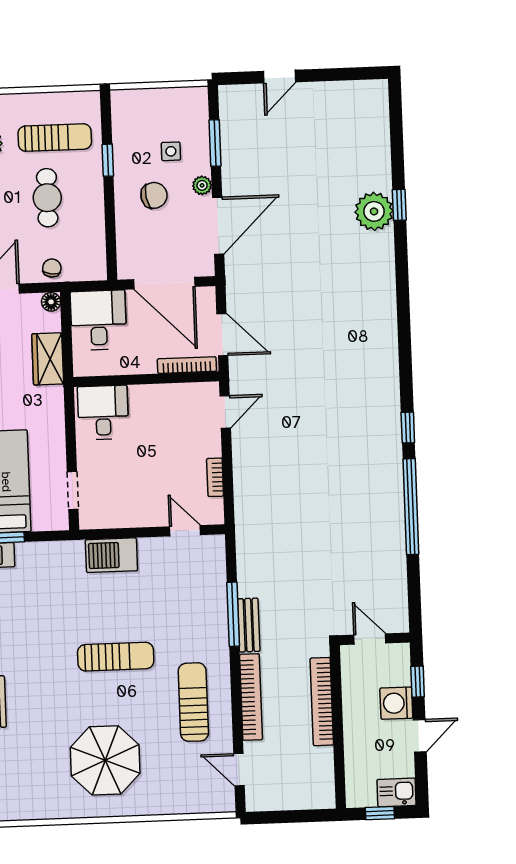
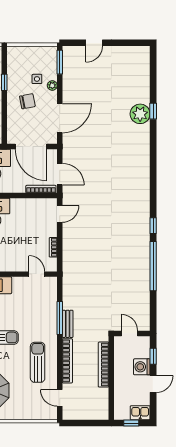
window: (215, 143) -> (60, 62), moved
plant: (202, 185) -> (52, 85), moved

